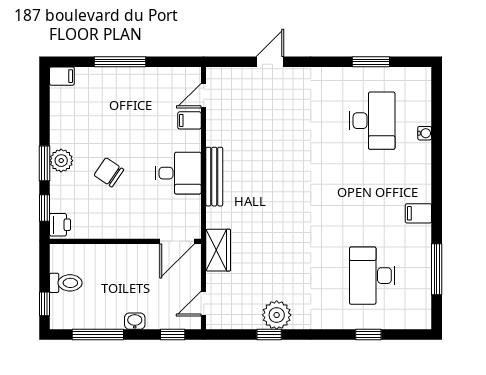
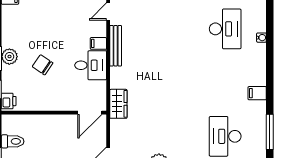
filing cabinet: (189, 120) -> (98, 43), moved
bench: (214, 177) -> (116, 46), moved
wardrobe: (218, 250) -> (118, 104), moved

